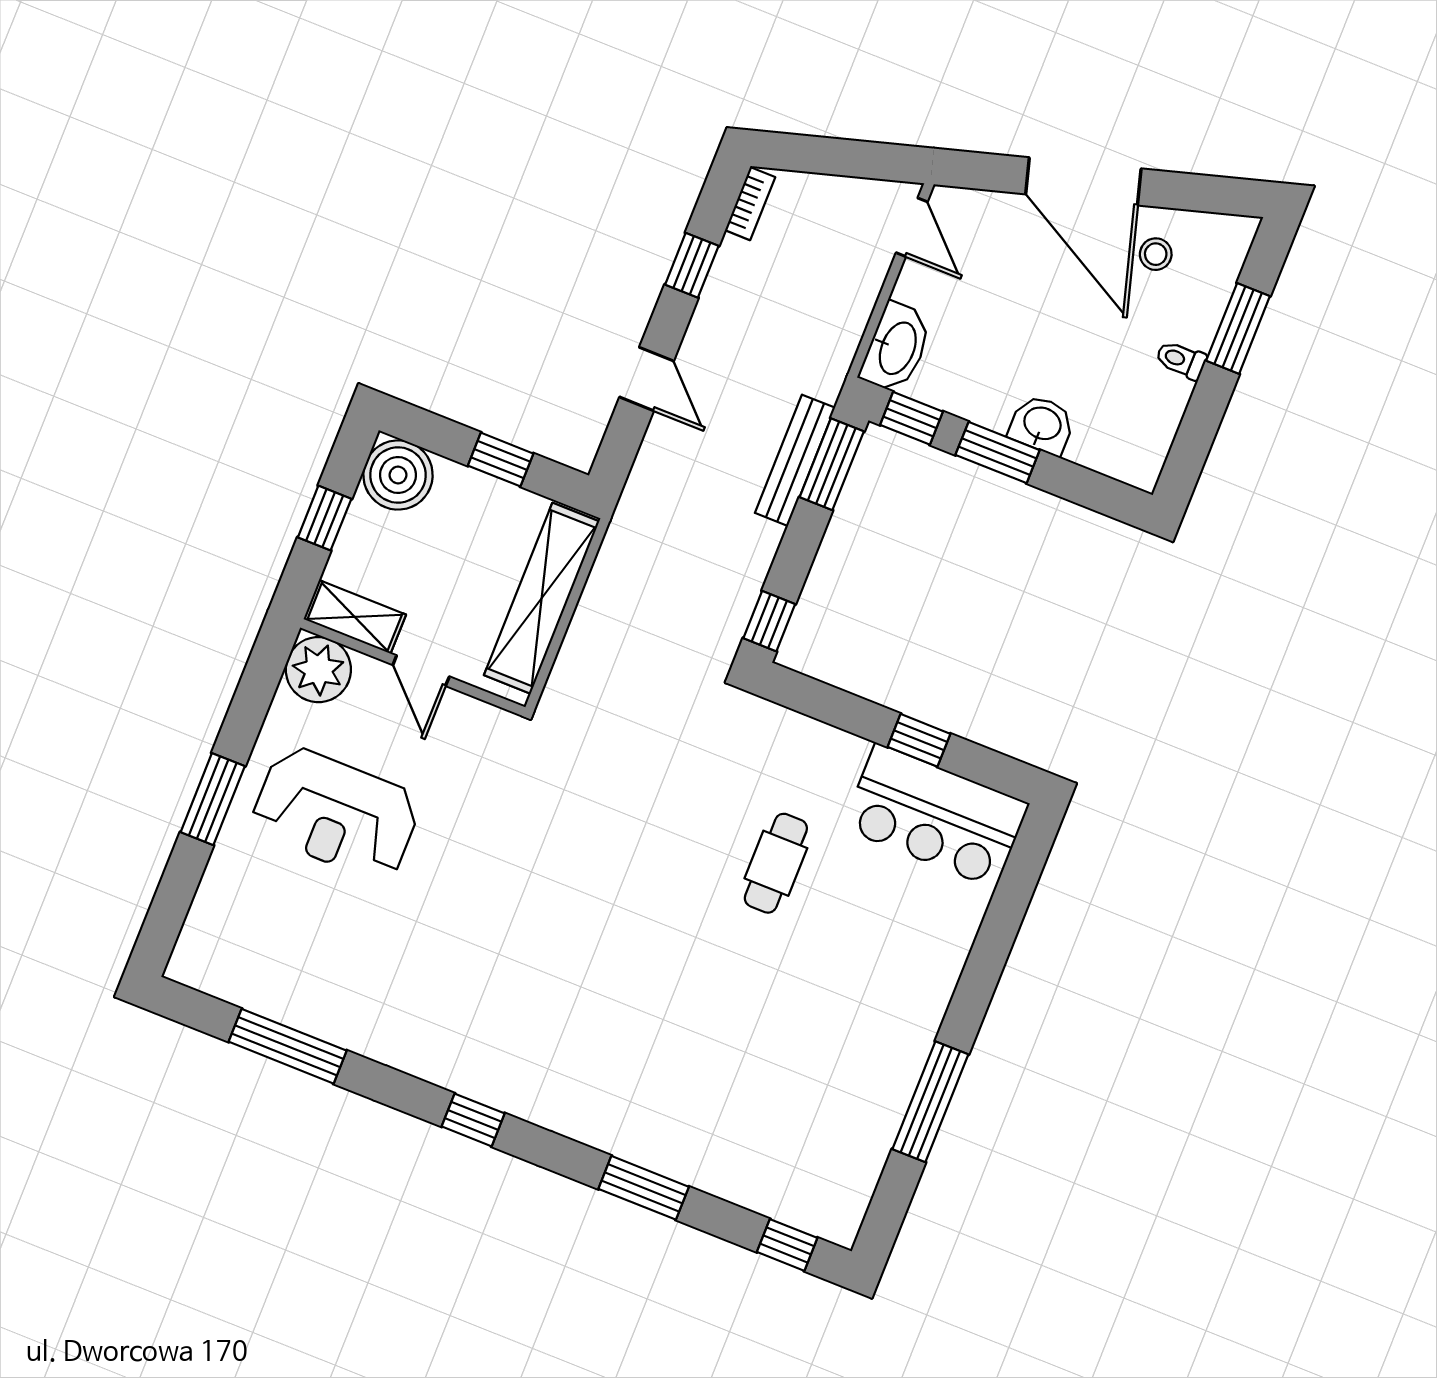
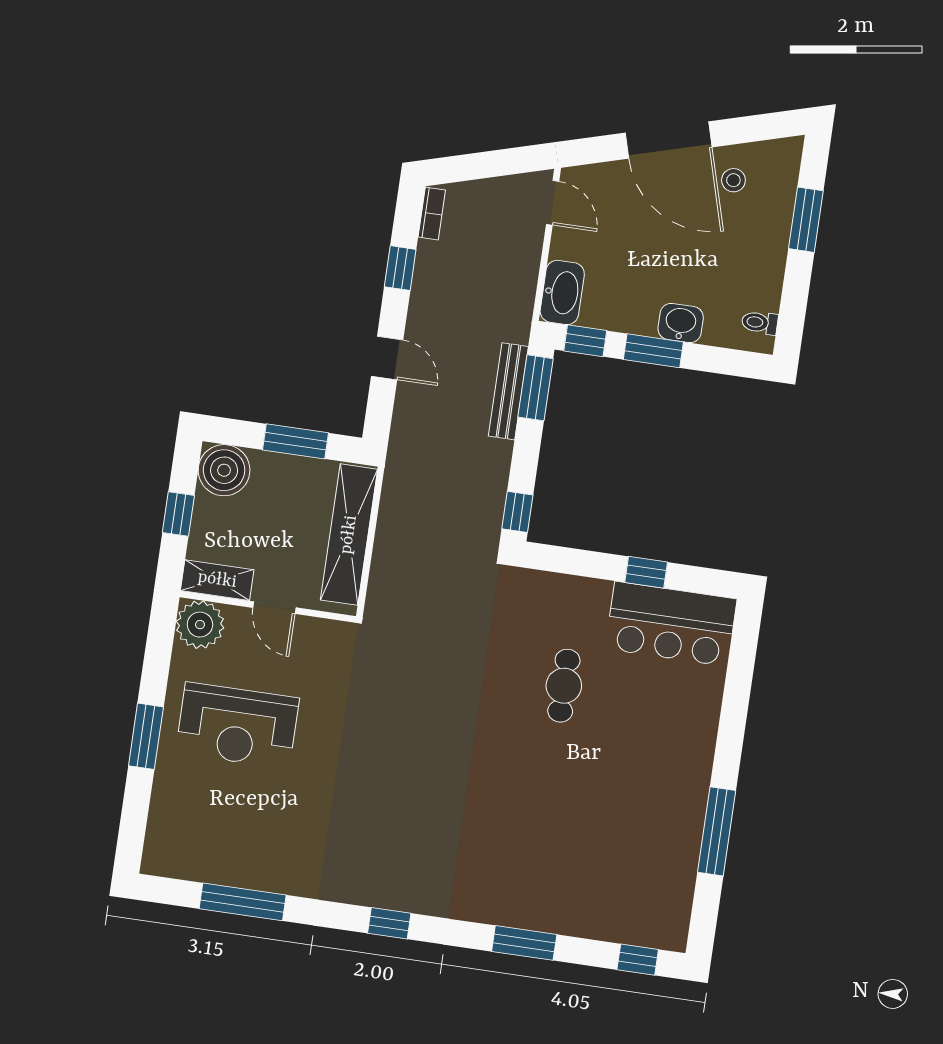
toilet: (1181, 360) -> (760, 323), moved
window: (501, 460) -> (296, 441), width x1.50

